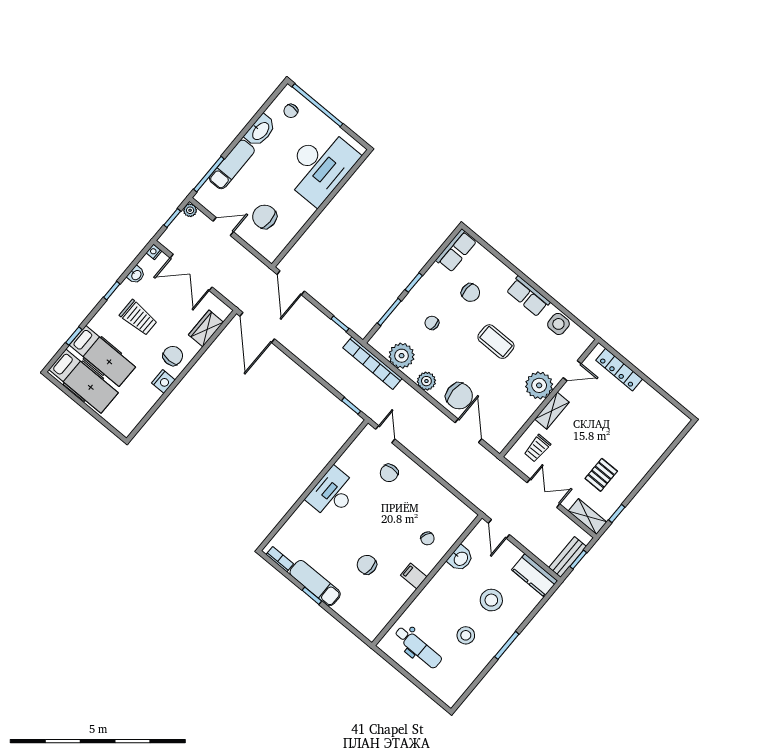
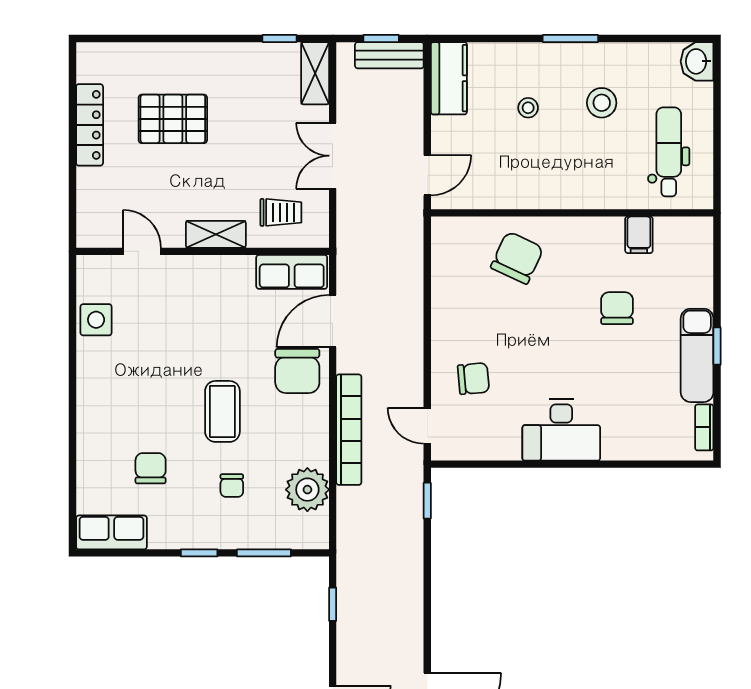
row of seats: (528, 296) -> (292, 272), moved, turned 90
coffee table: (496, 342) -> (222, 411), moved
bookcase: (372, 363) -> (349, 430), moved
locker: (619, 370) -> (90, 125), moved
plant: (426, 381) -> (313, 430), removed
plant: (539, 385) -> (197, 278), removed
chair: (459, 396) -> (297, 371), turned 180
door: (385, 434) -> (427, 426), hinge flipped
pallet: (601, 475) -> (173, 119), moved, width x1.50, depth x1.42
chair: (427, 538) -> (517, 258), width x1.87, depth x1.87
washbasin: (460, 558) -> (697, 61), moved, turned -90
chair: (367, 565) -> (617, 308), turned 180
filing cabinet: (414, 576) -> (639, 235), moved
stool: (491, 600) -> (528, 108), width x0.53, depth x0.53

